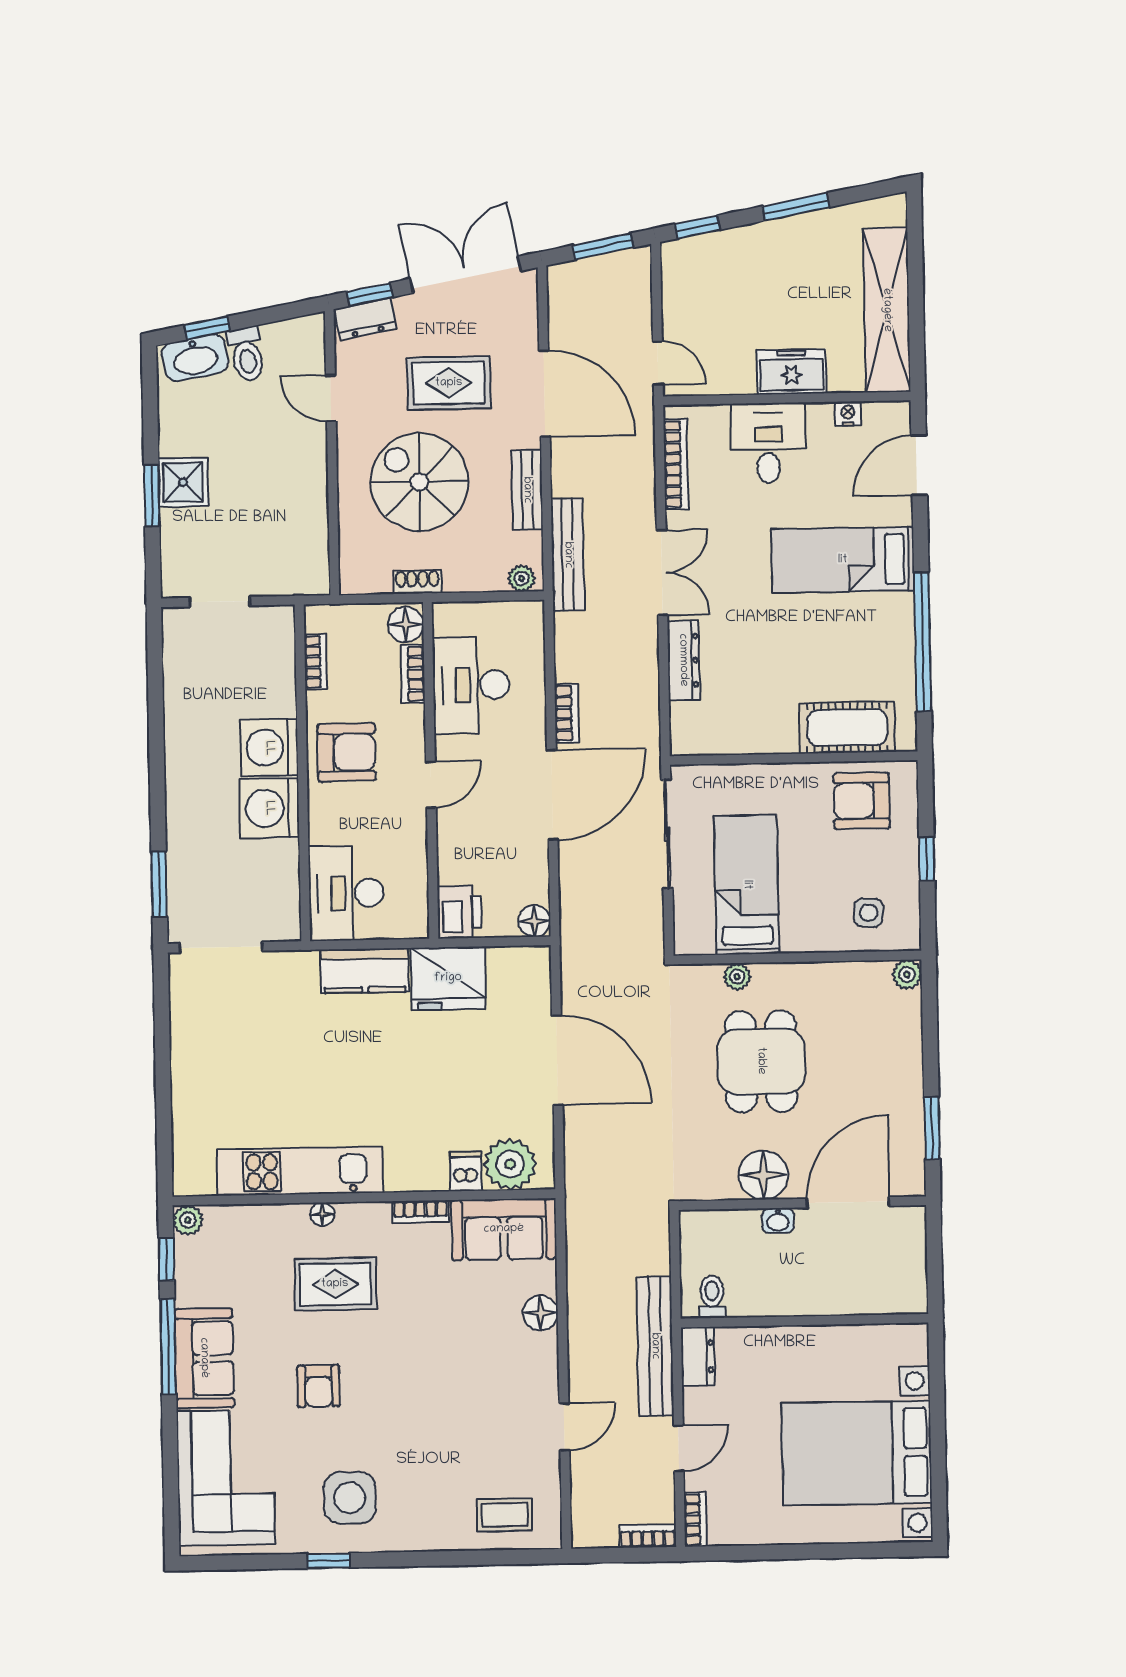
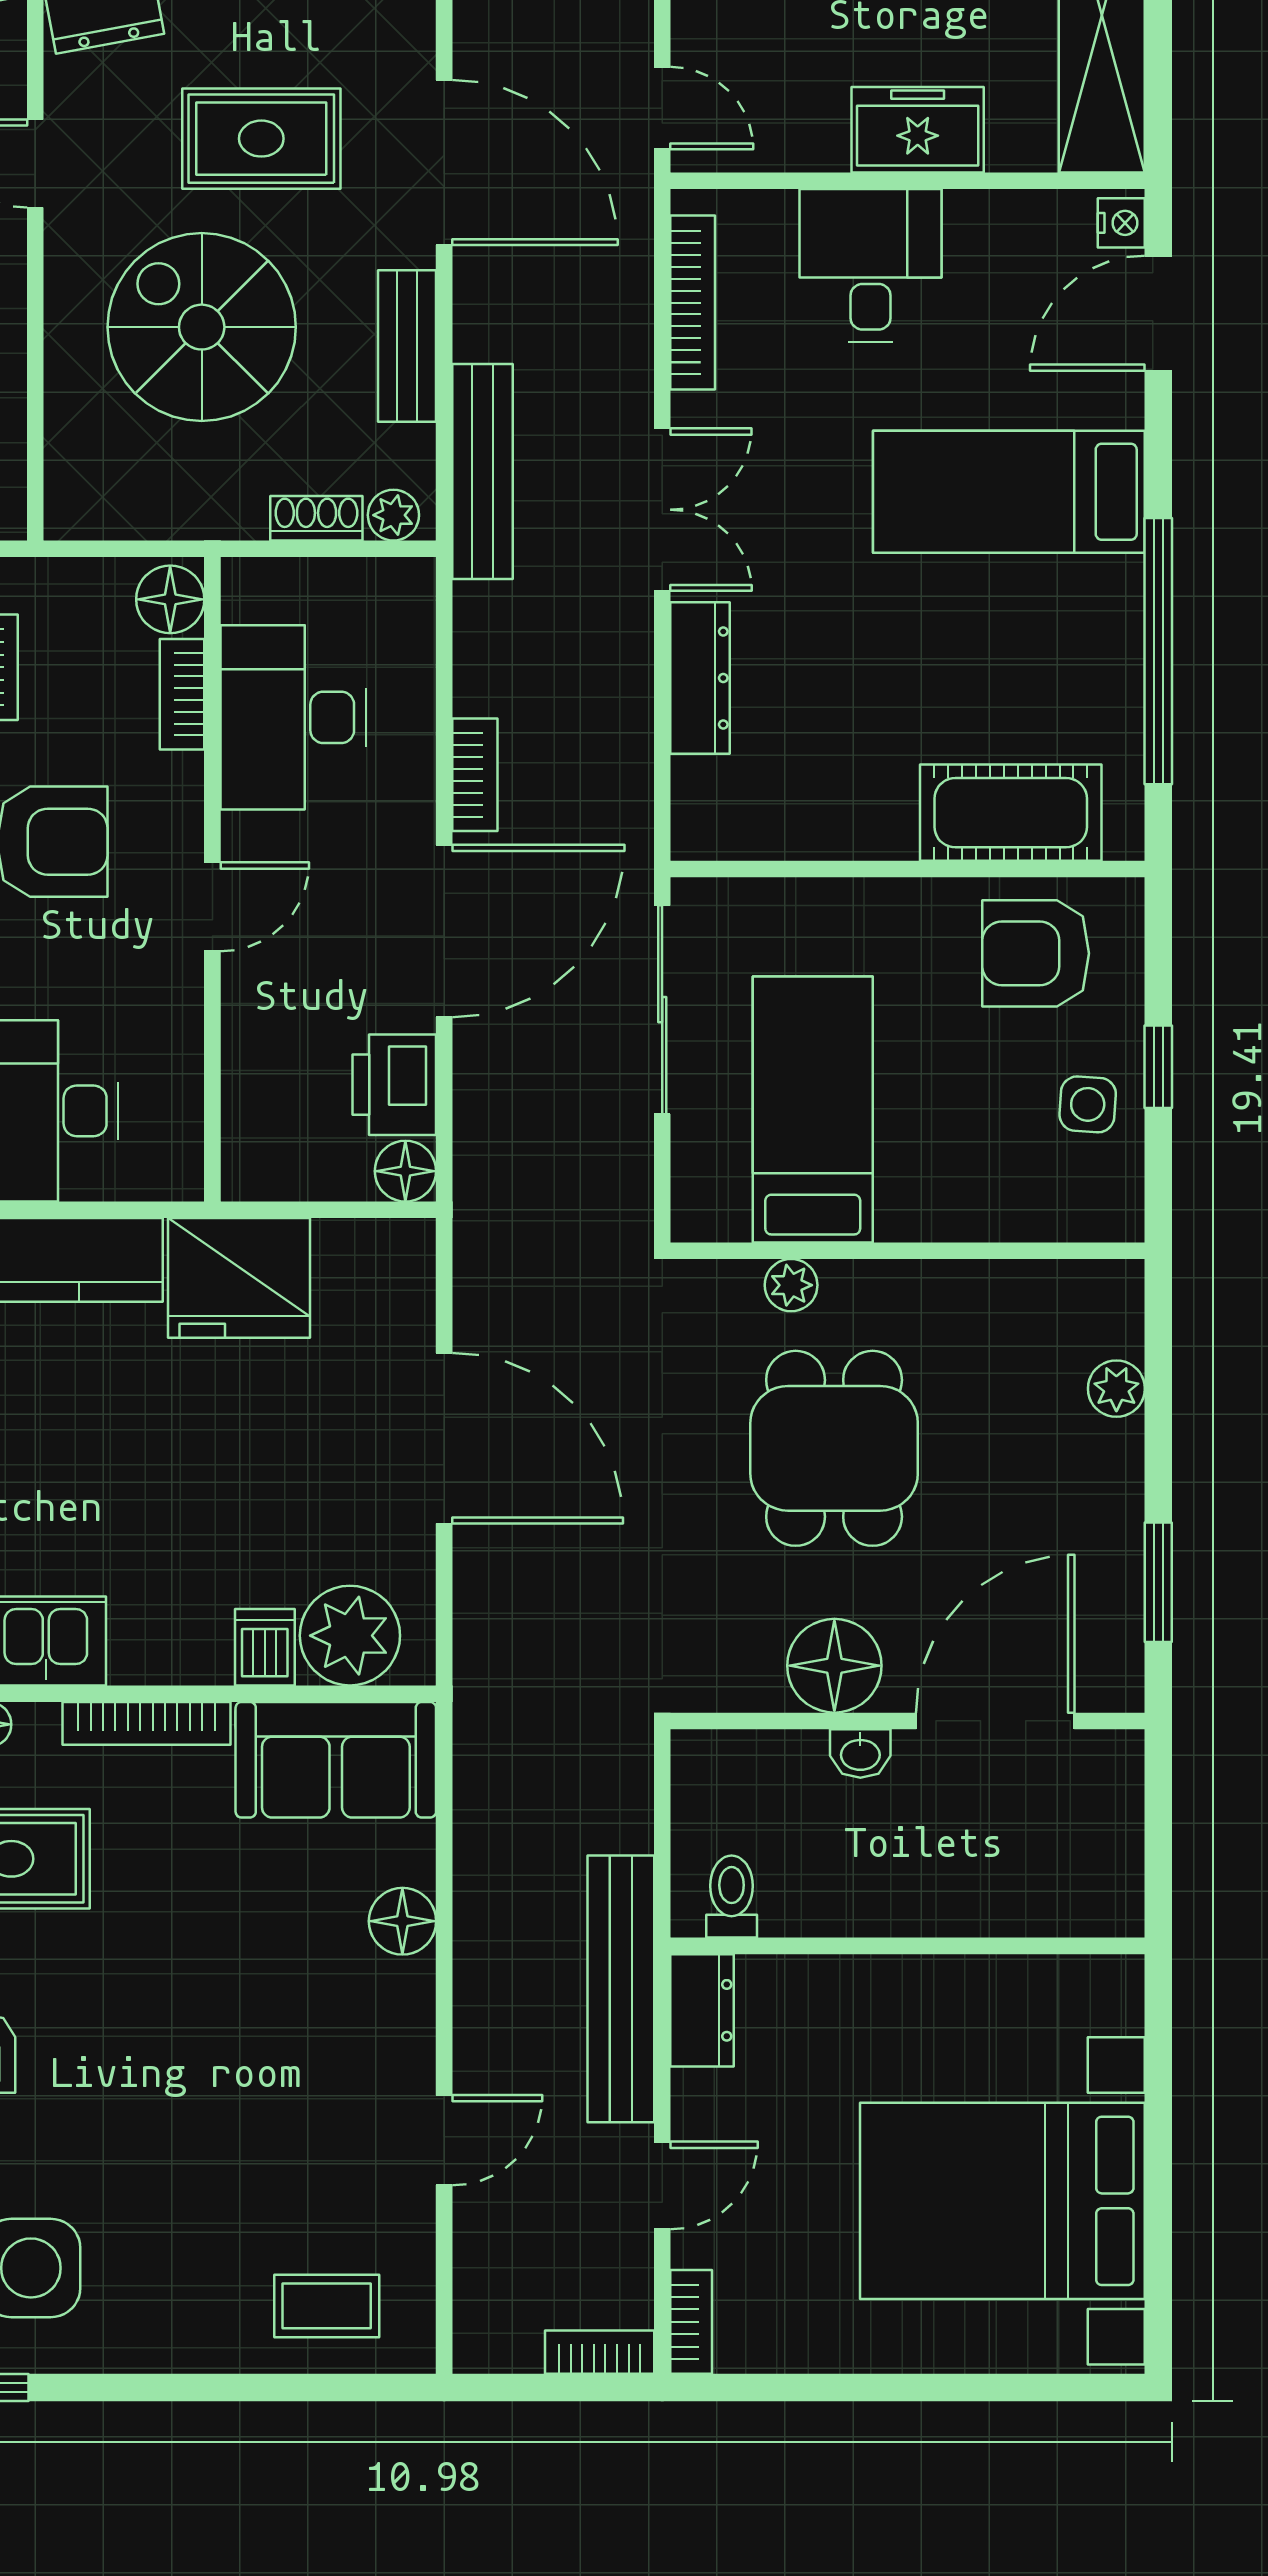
nightstand: (848, 414) -> (1121, 223), moved, turned 90
shoe rack: (417, 582) -> (316, 518), moved
printer: (459, 912) -> (394, 1085), moved, turned 180
side table: (869, 913) -> (1088, 1104), moved
plant: (907, 974) -> (1116, 1389), moved
bookcase: (420, 1212) -> (146, 1723), width x1.56

